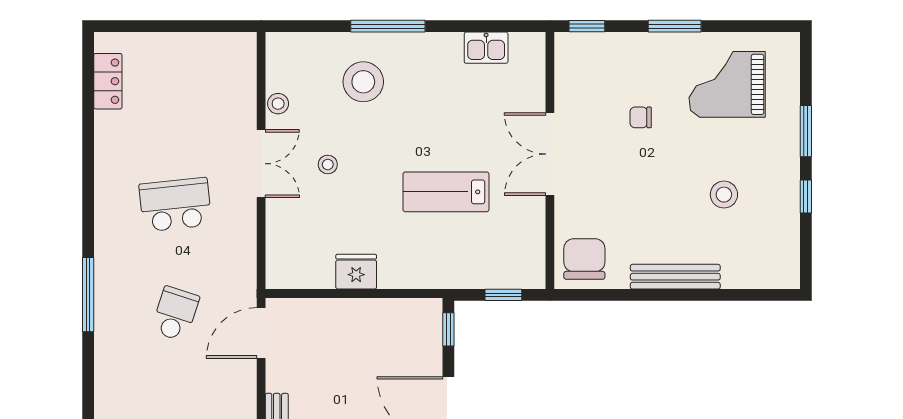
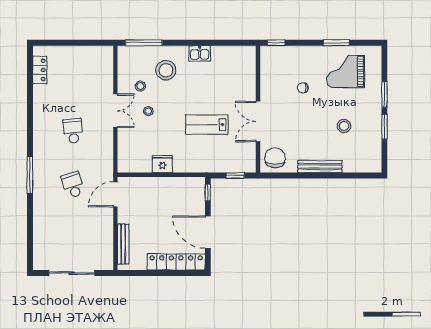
window: (388, 26) -> (144, 43), moved
window: (675, 26) -> (336, 43), moved
kitchen sink: (486, 48) -> (200, 53), moved
stool: (278, 104) -> (140, 86), moved
double door: (550, 154) -> (258, 121), moved
window: (806, 197) -> (384, 127), width x1.50
school desk: (175, 205) -> (73, 131), width x0.54
school desk: (175, 314) -> (73, 185), turned -36

